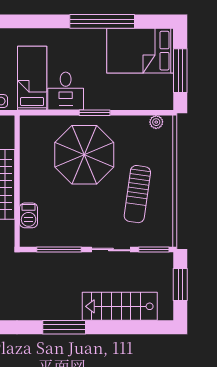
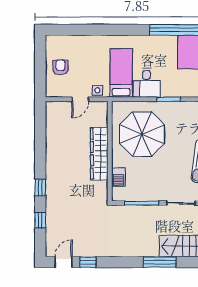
parasol: (84, 155) -> (142, 134), moved
window: (64, 327) -> (160, 262), moved

